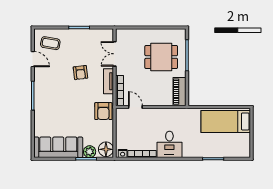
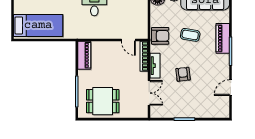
coffee table: (50, 43) -> (190, 35), moved
dining table: (161, 57) -> (103, 101), moved
door: (33, 59) -> (231, 88), hinge flipped
piano: (41, 109) -> (223, 38), added
armchair: (103, 111) -> (160, 36), turned 90

